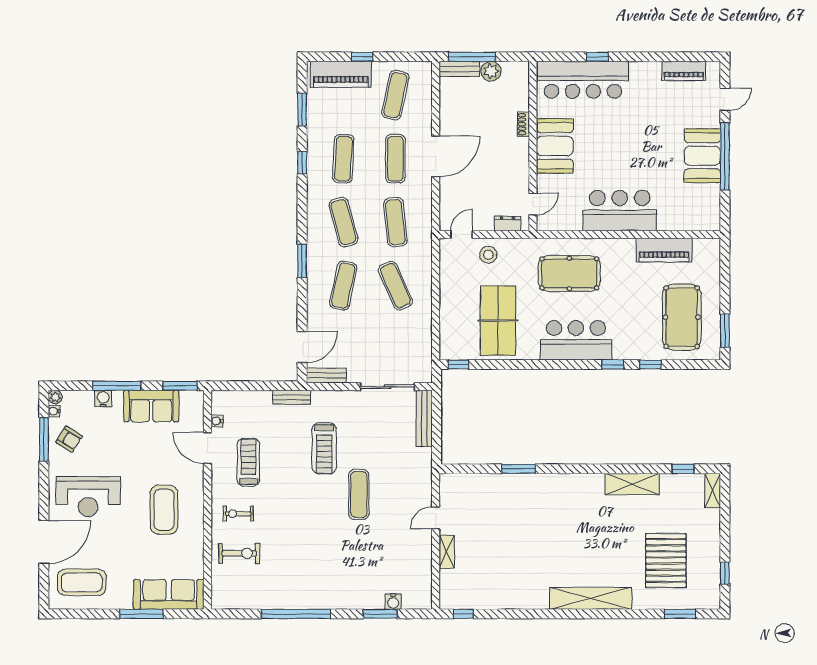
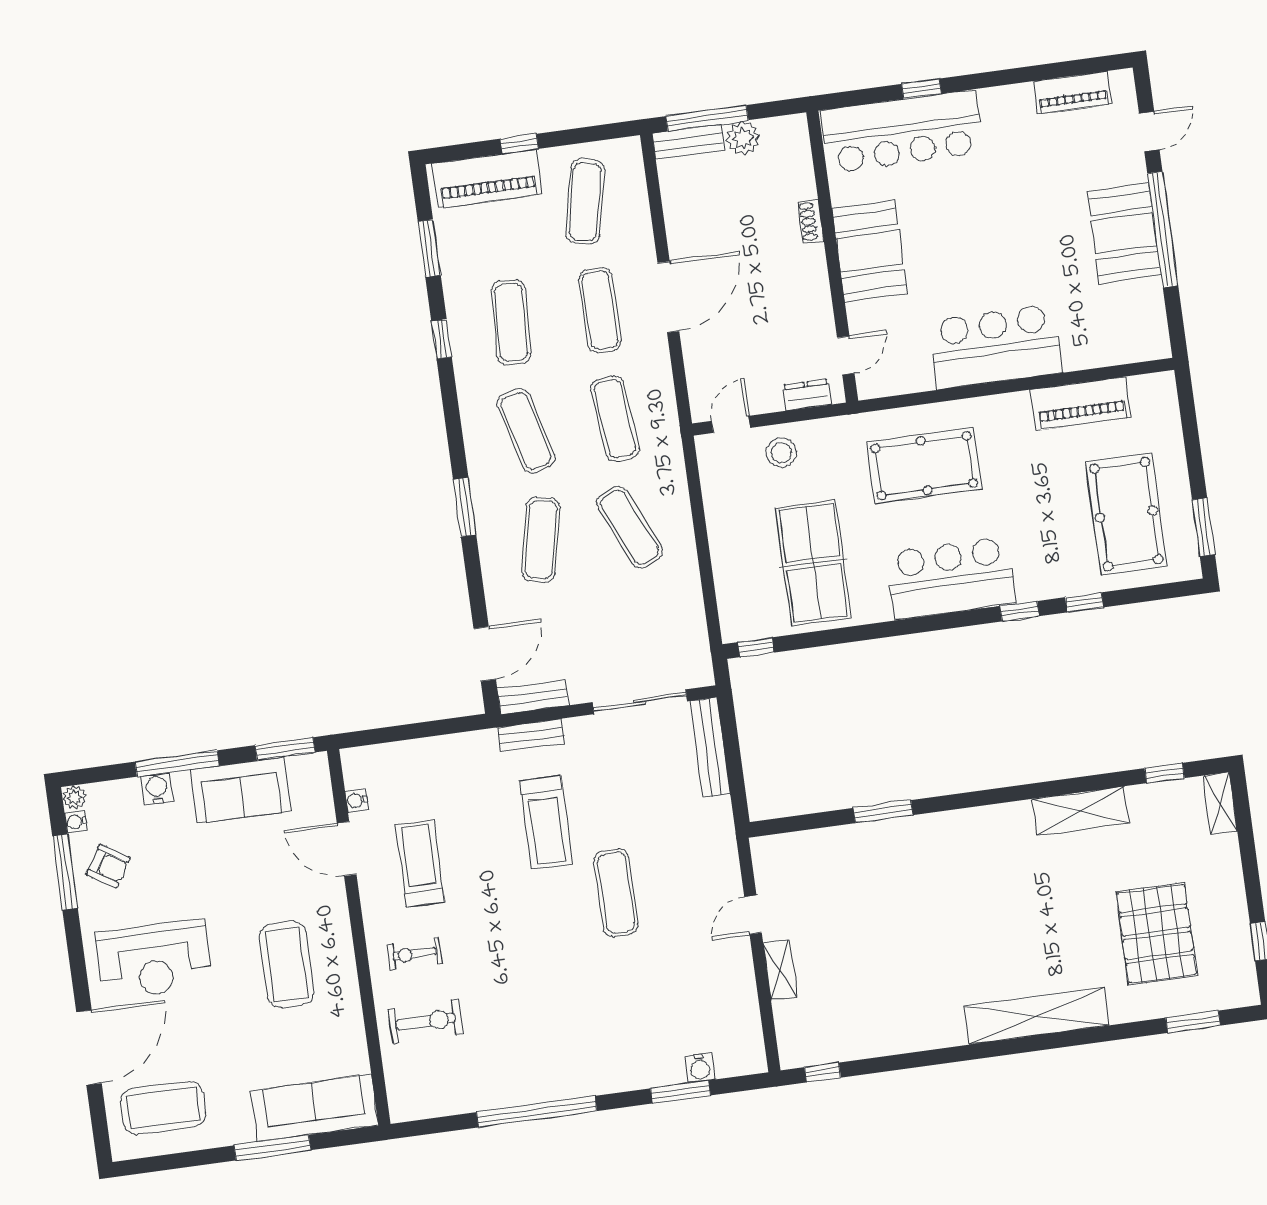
bench: (292, 397) -> (531, 735), moved

